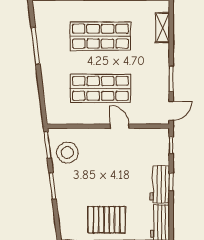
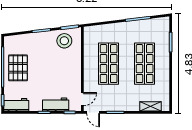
door: (119, 126) -> (82, 99), moved
workbench: (160, 184) -> (56, 104), moved

